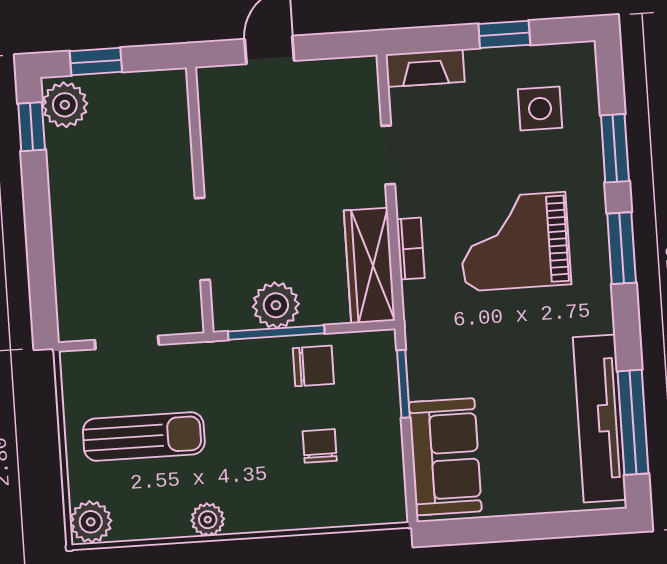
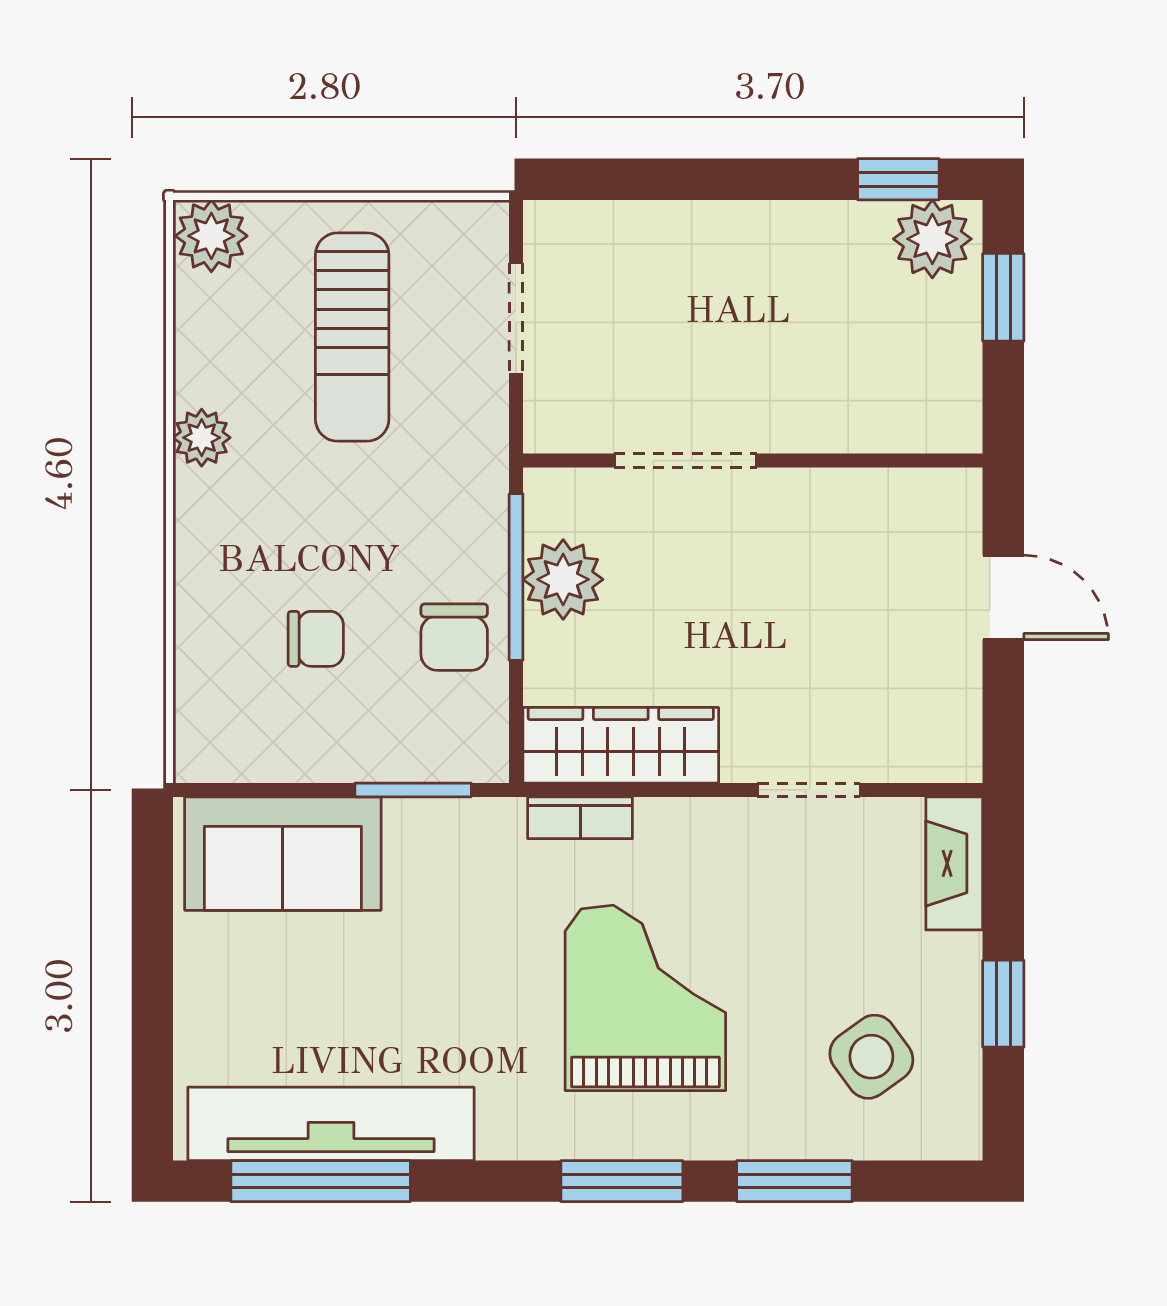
side table: (540, 109) -> (871, 1057), turned -36
bookcase: (411, 249) -> (580, 818), moved

